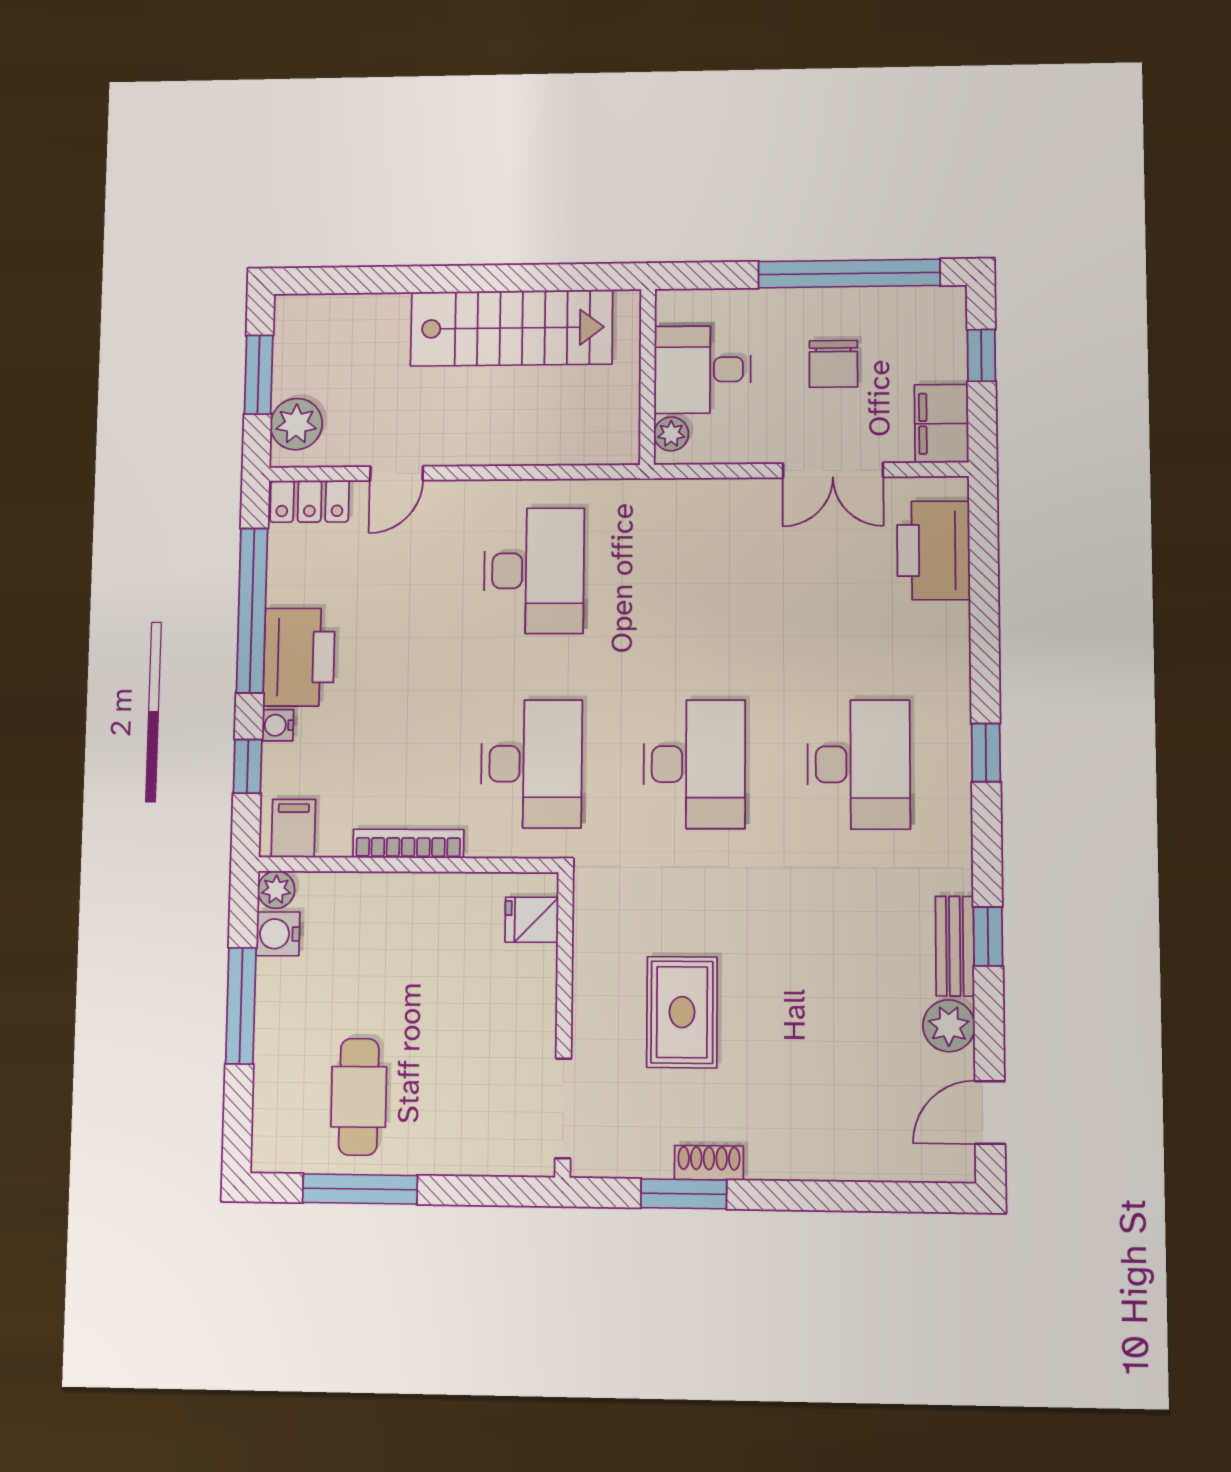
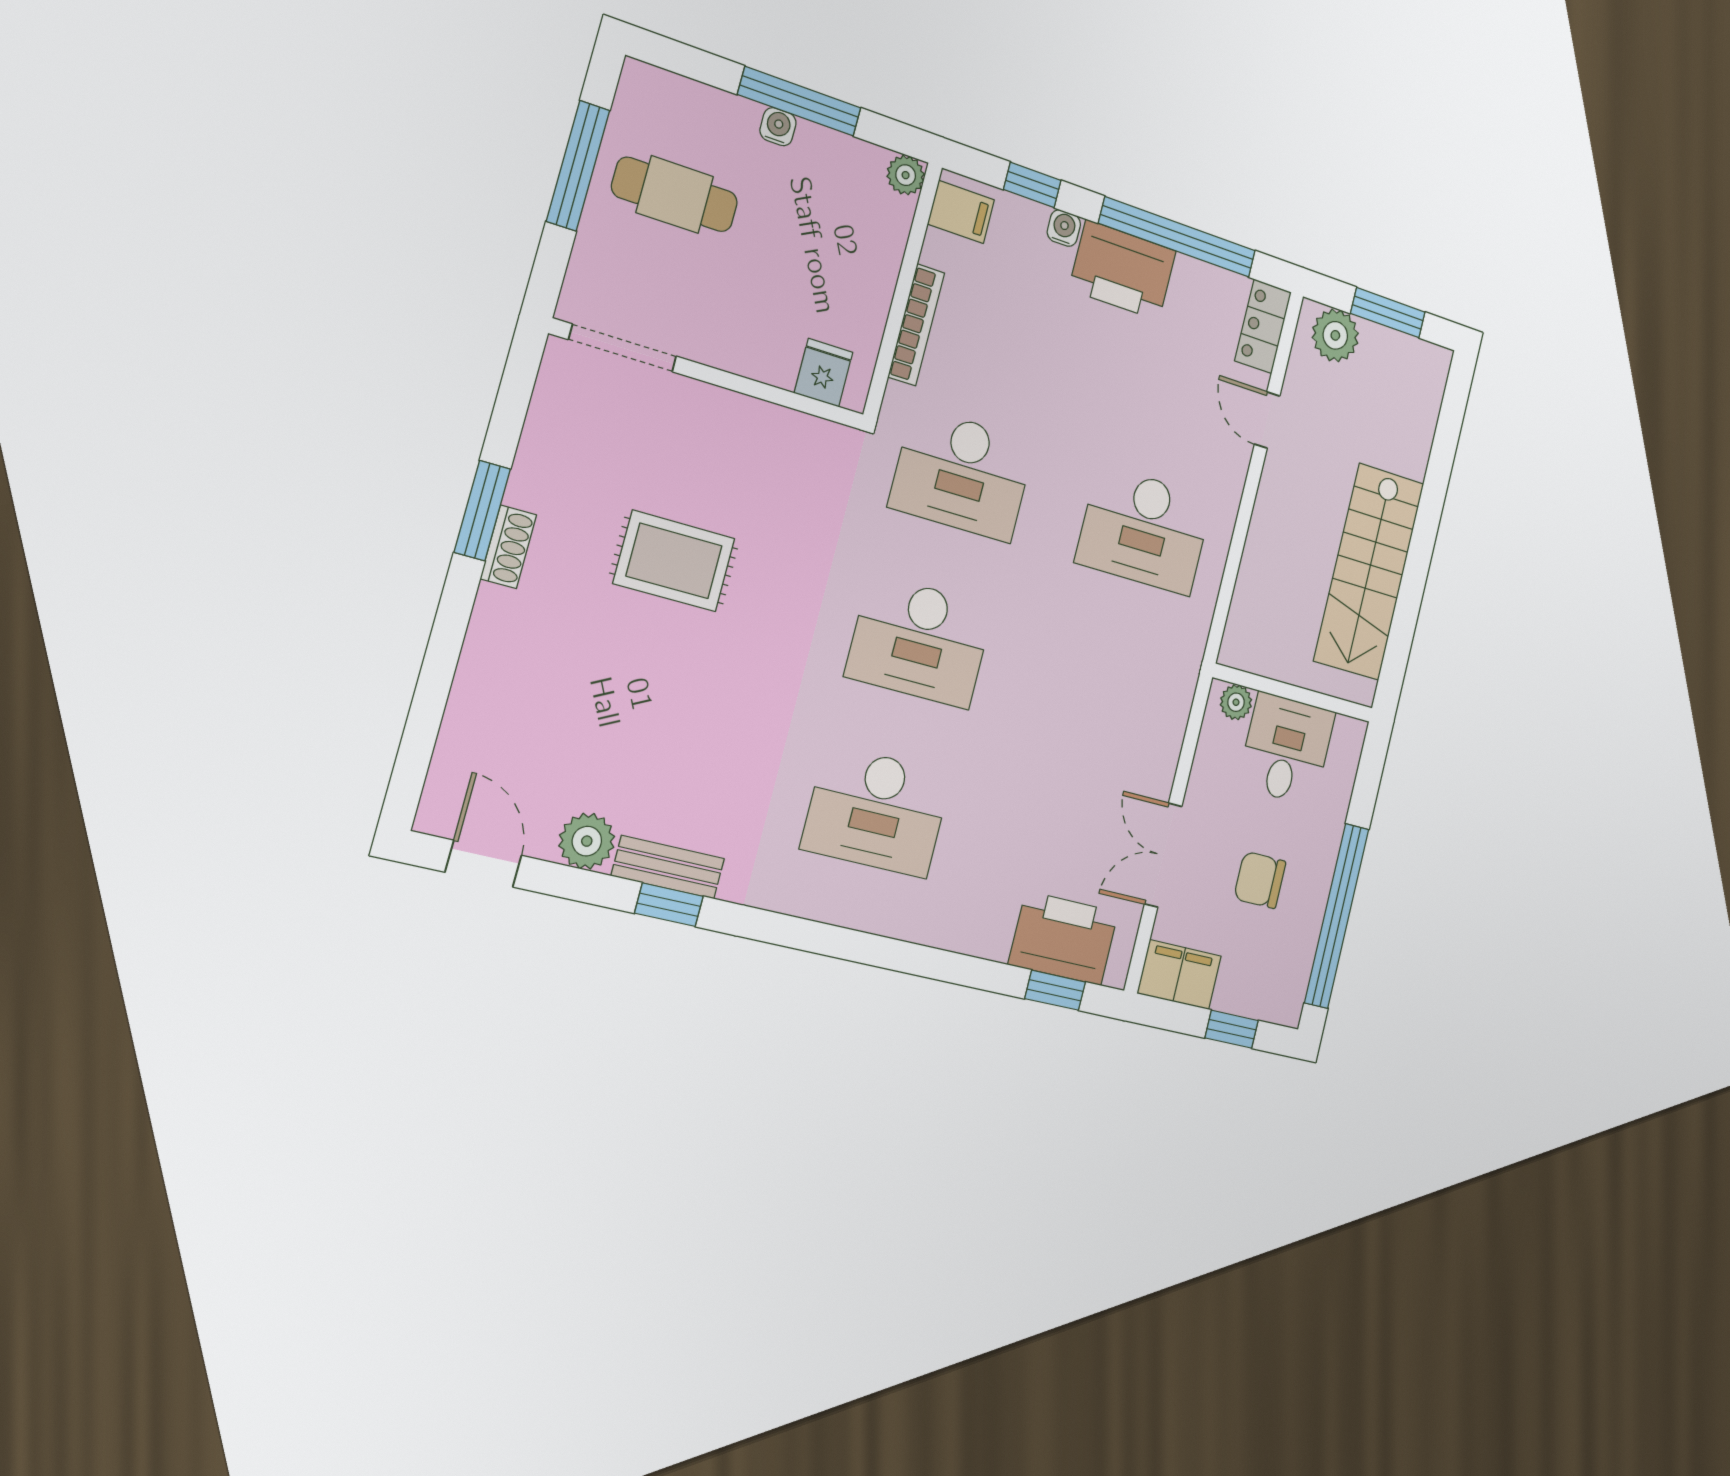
window: (986, 753) -> (1055, 990), moved
fridge: (532, 920) -> (823, 373), moved
water cooler: (278, 934) -> (778, 127), moved, width x0.72, depth x0.72
wall: (564, 1024) -> (710, 375), moved
doorway: (563, 1108) -> (623, 348), moved

